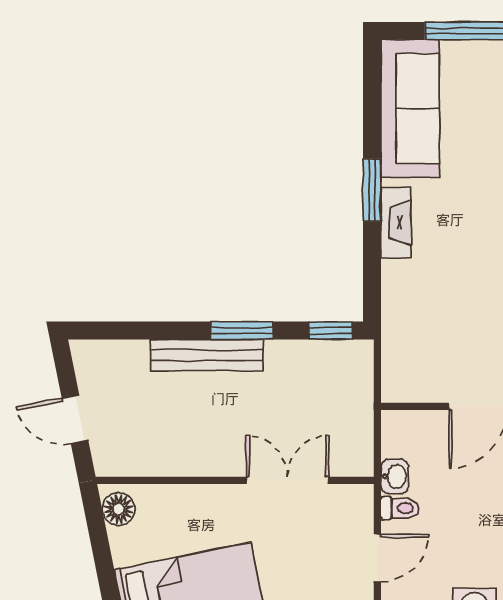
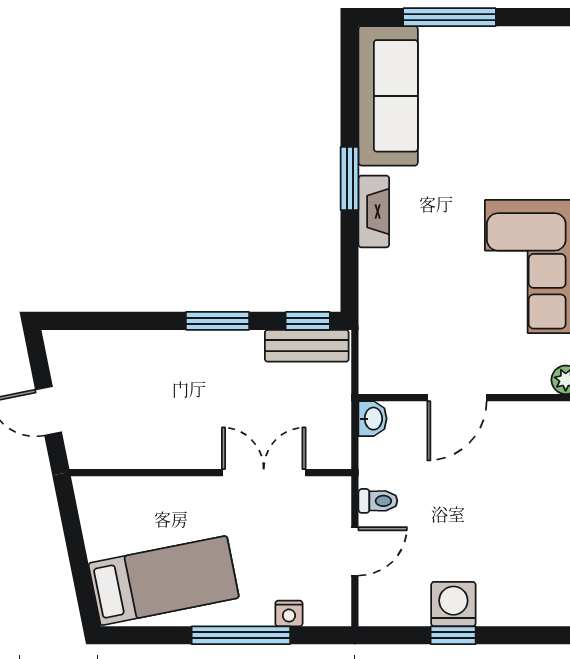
bench: (207, 355) -> (307, 346), moved, width x0.73
washbasin: (395, 476) -> (373, 419), moved
floor lamp: (119, 509) -> (93, 502), removed

